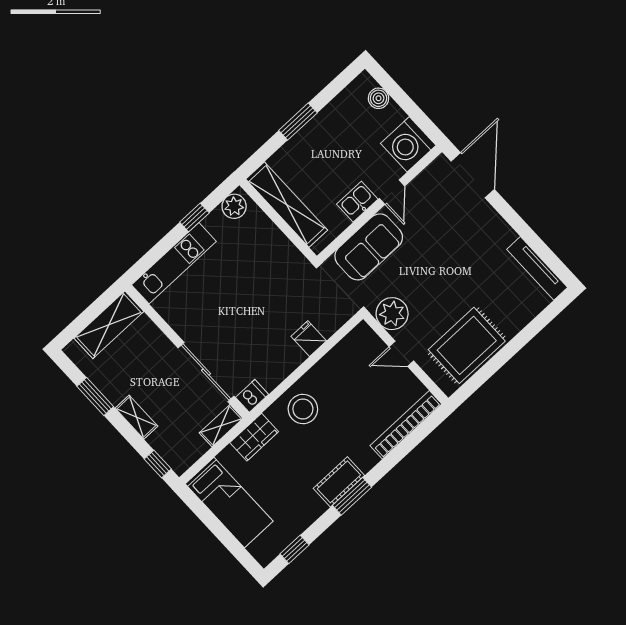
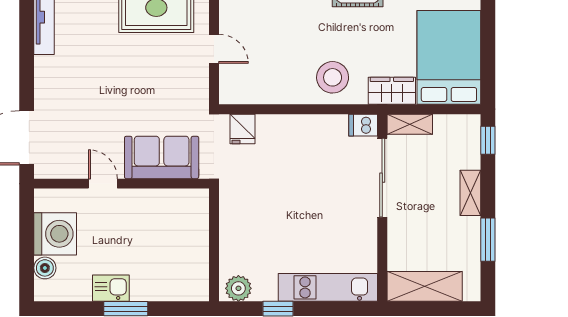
washing machine: (408, 144) -> (55, 234), moved
door: (392, 192) -> (103, 184), hinge flipped
kitchen sink: (357, 202) -> (111, 288), moved, turned 180
shelving: (287, 205) -> (196, 251), removed
plant: (392, 314) -> (192, 87), removed
fridge: (309, 339) -> (242, 129), moved
bed: (229, 502) -> (449, 57), width x1.50

